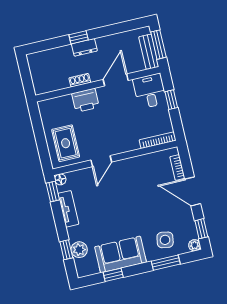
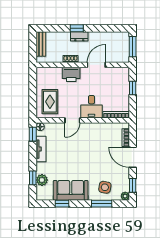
bench: (149, 52) -> (41, 44), moved
desk: (150, 91) -> (92, 107), moved, turned 180

